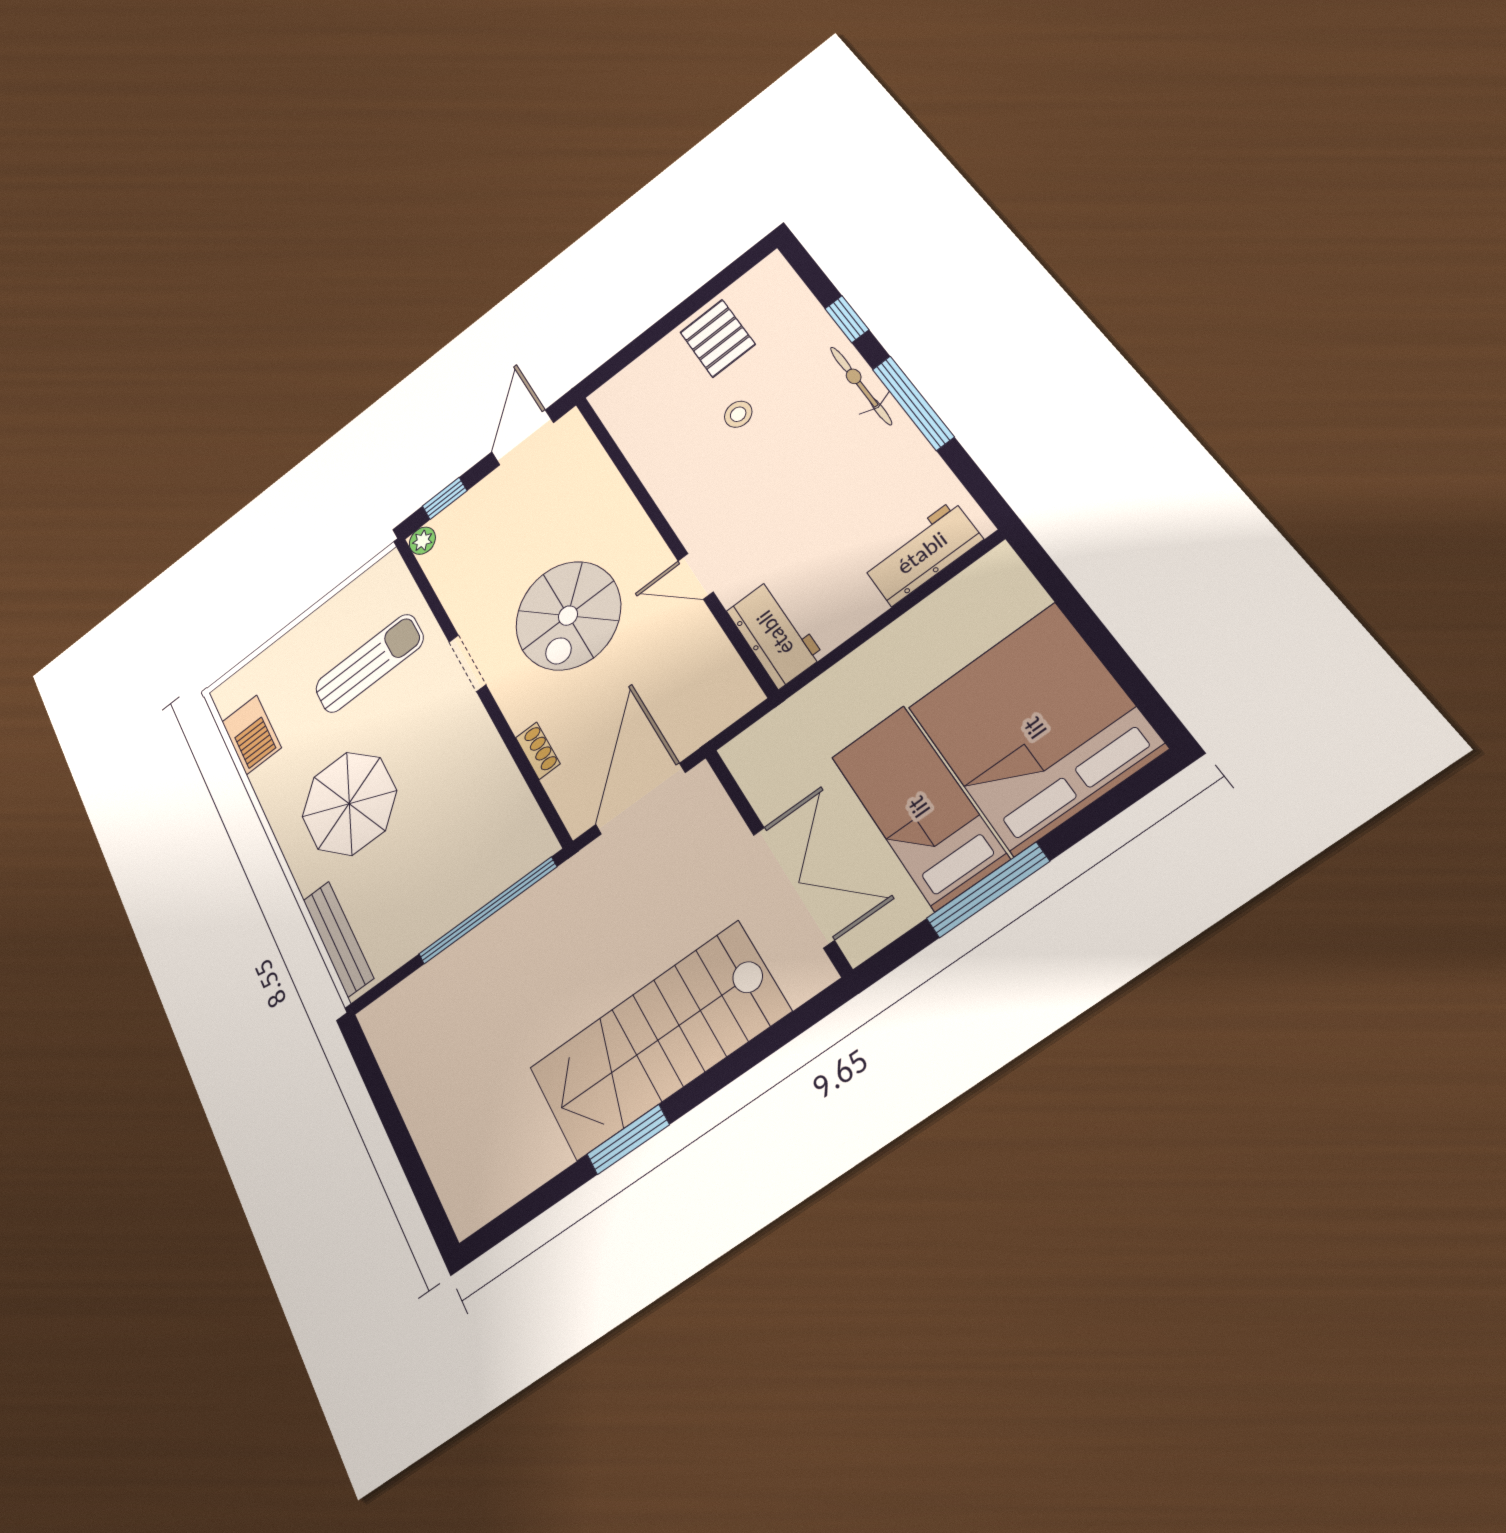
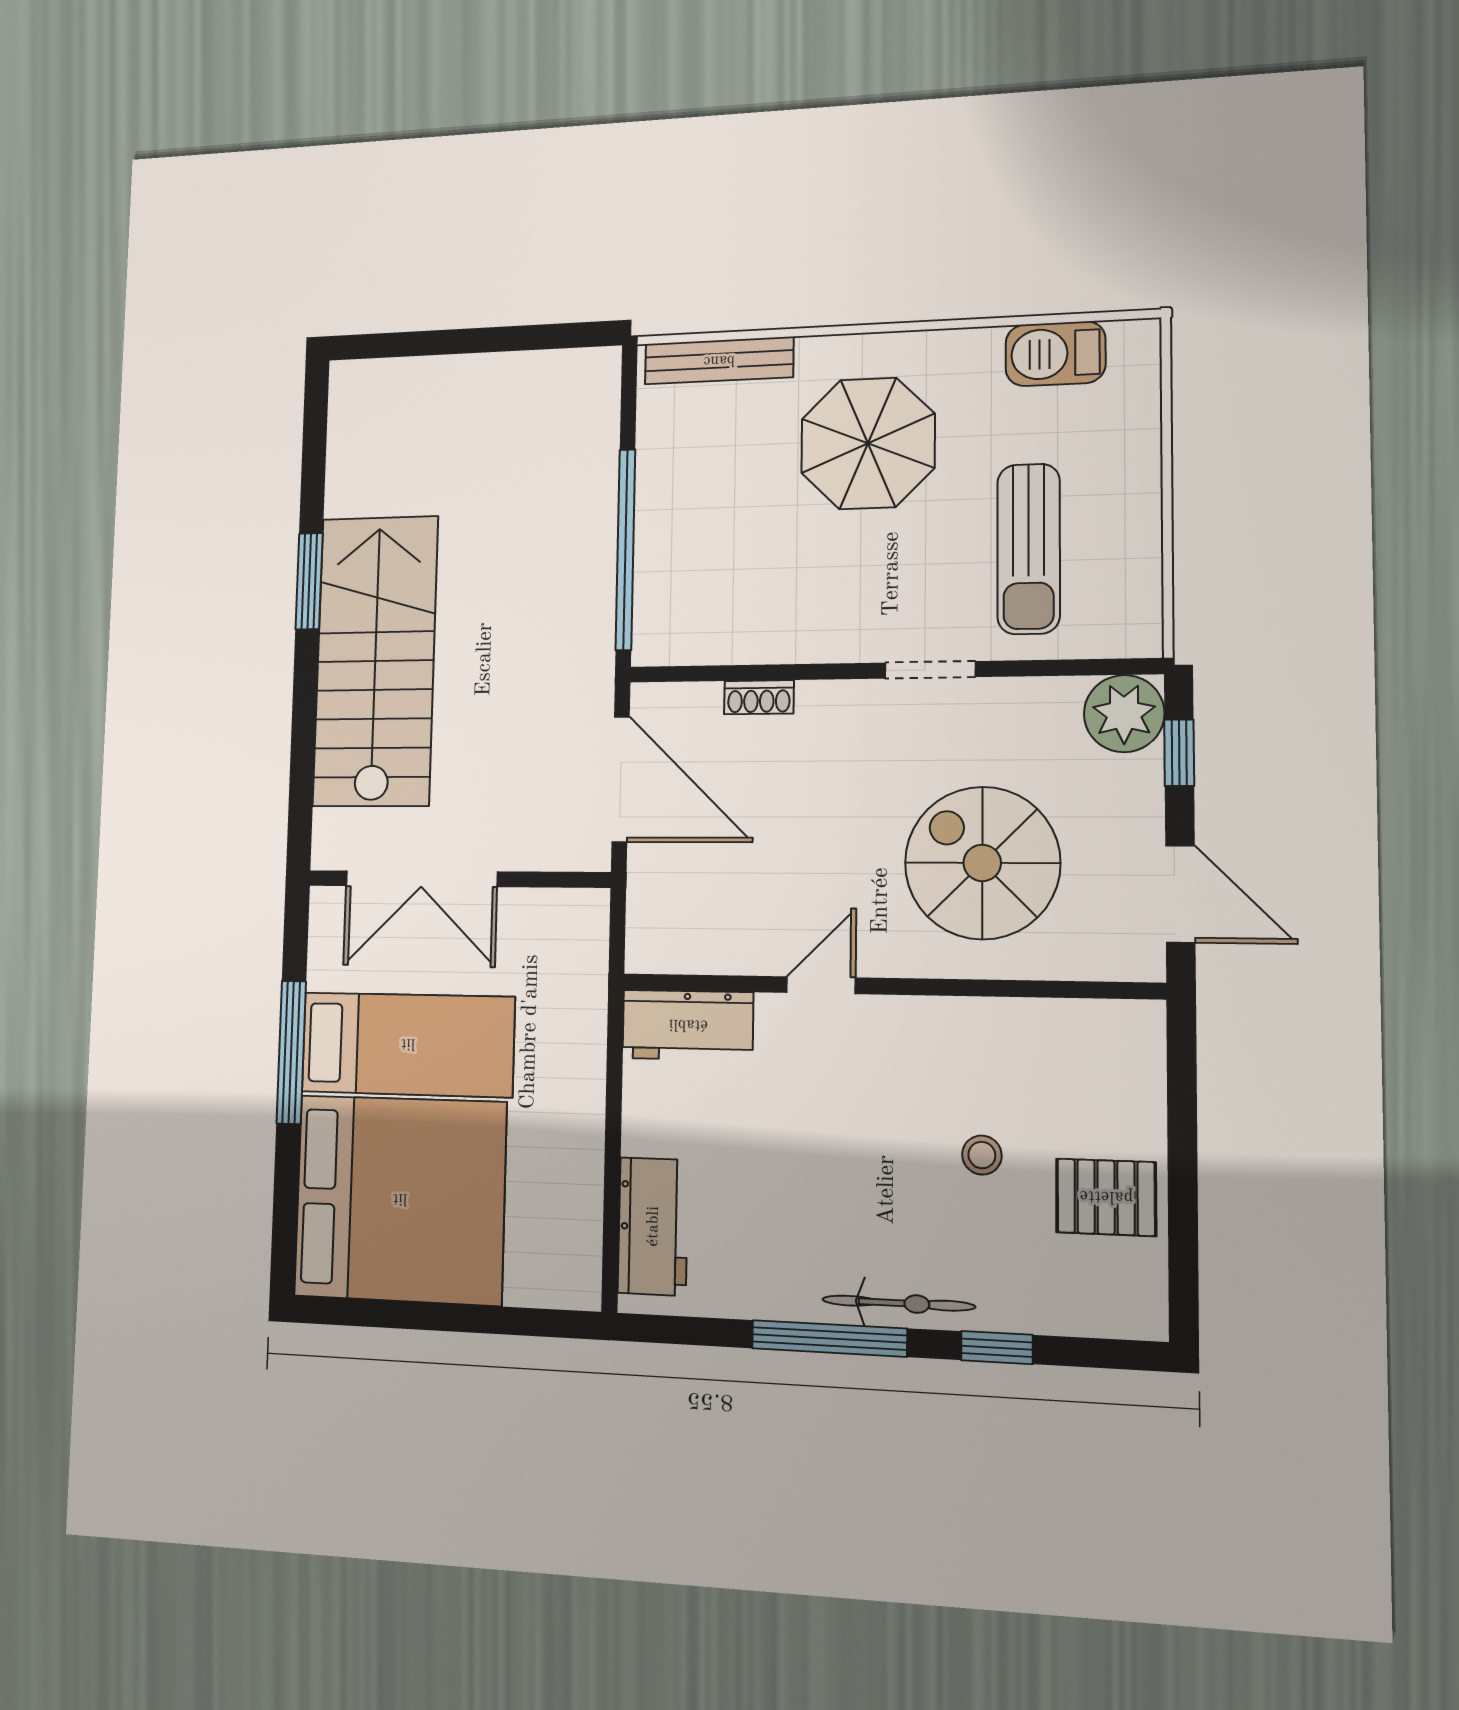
plant: (422, 541) -> (1124, 714), width x1.88, depth x1.88
spiral stairs: (568, 616) -> (982, 863), moved

